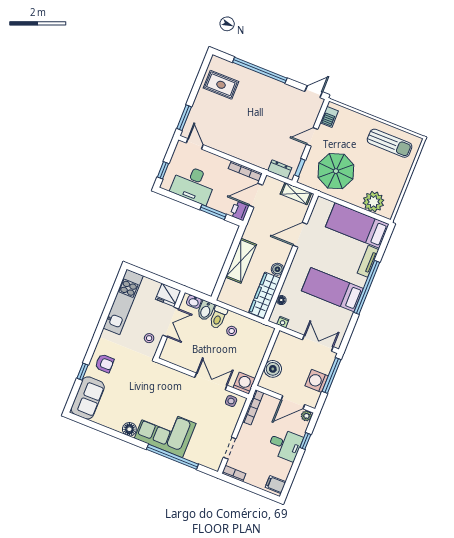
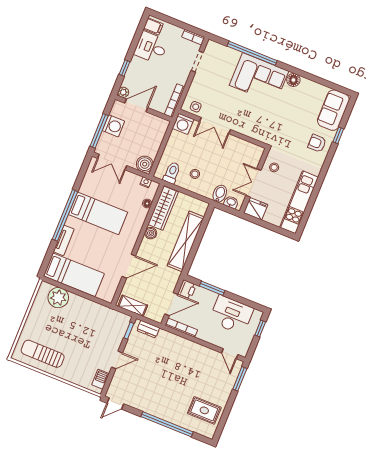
parasol: (336, 171) -> (94, 327), removed
shelving: (241, 261) -> (186, 241), width x1.47
toilet: (218, 317) -> (172, 173), moved
boiler: (273, 369) -> (145, 164), moved
desk: (285, 445) -> (151, 47), moved

